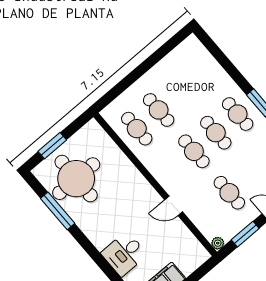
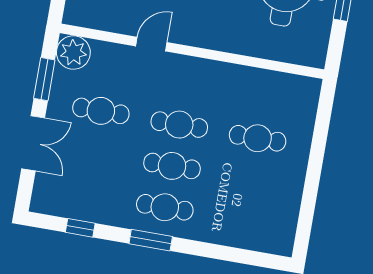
cafe table: (137, 129) -> (265, 97), removed
plant: (218, 243) -> (73, 53), width x1.88, depth x1.88

